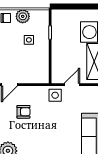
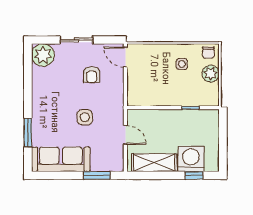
side table: (29, 40) -> (182, 64), moved
side table: (55, 95) -> (85, 117), moved

